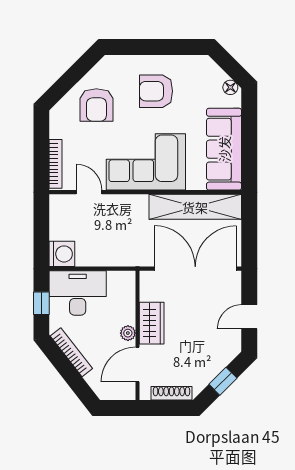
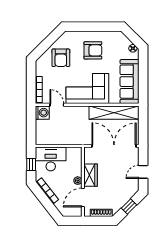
armchair: (156, 91) -> (93, 50), turned 180
washing machine: (62, 254) -> (42, 113), moved

